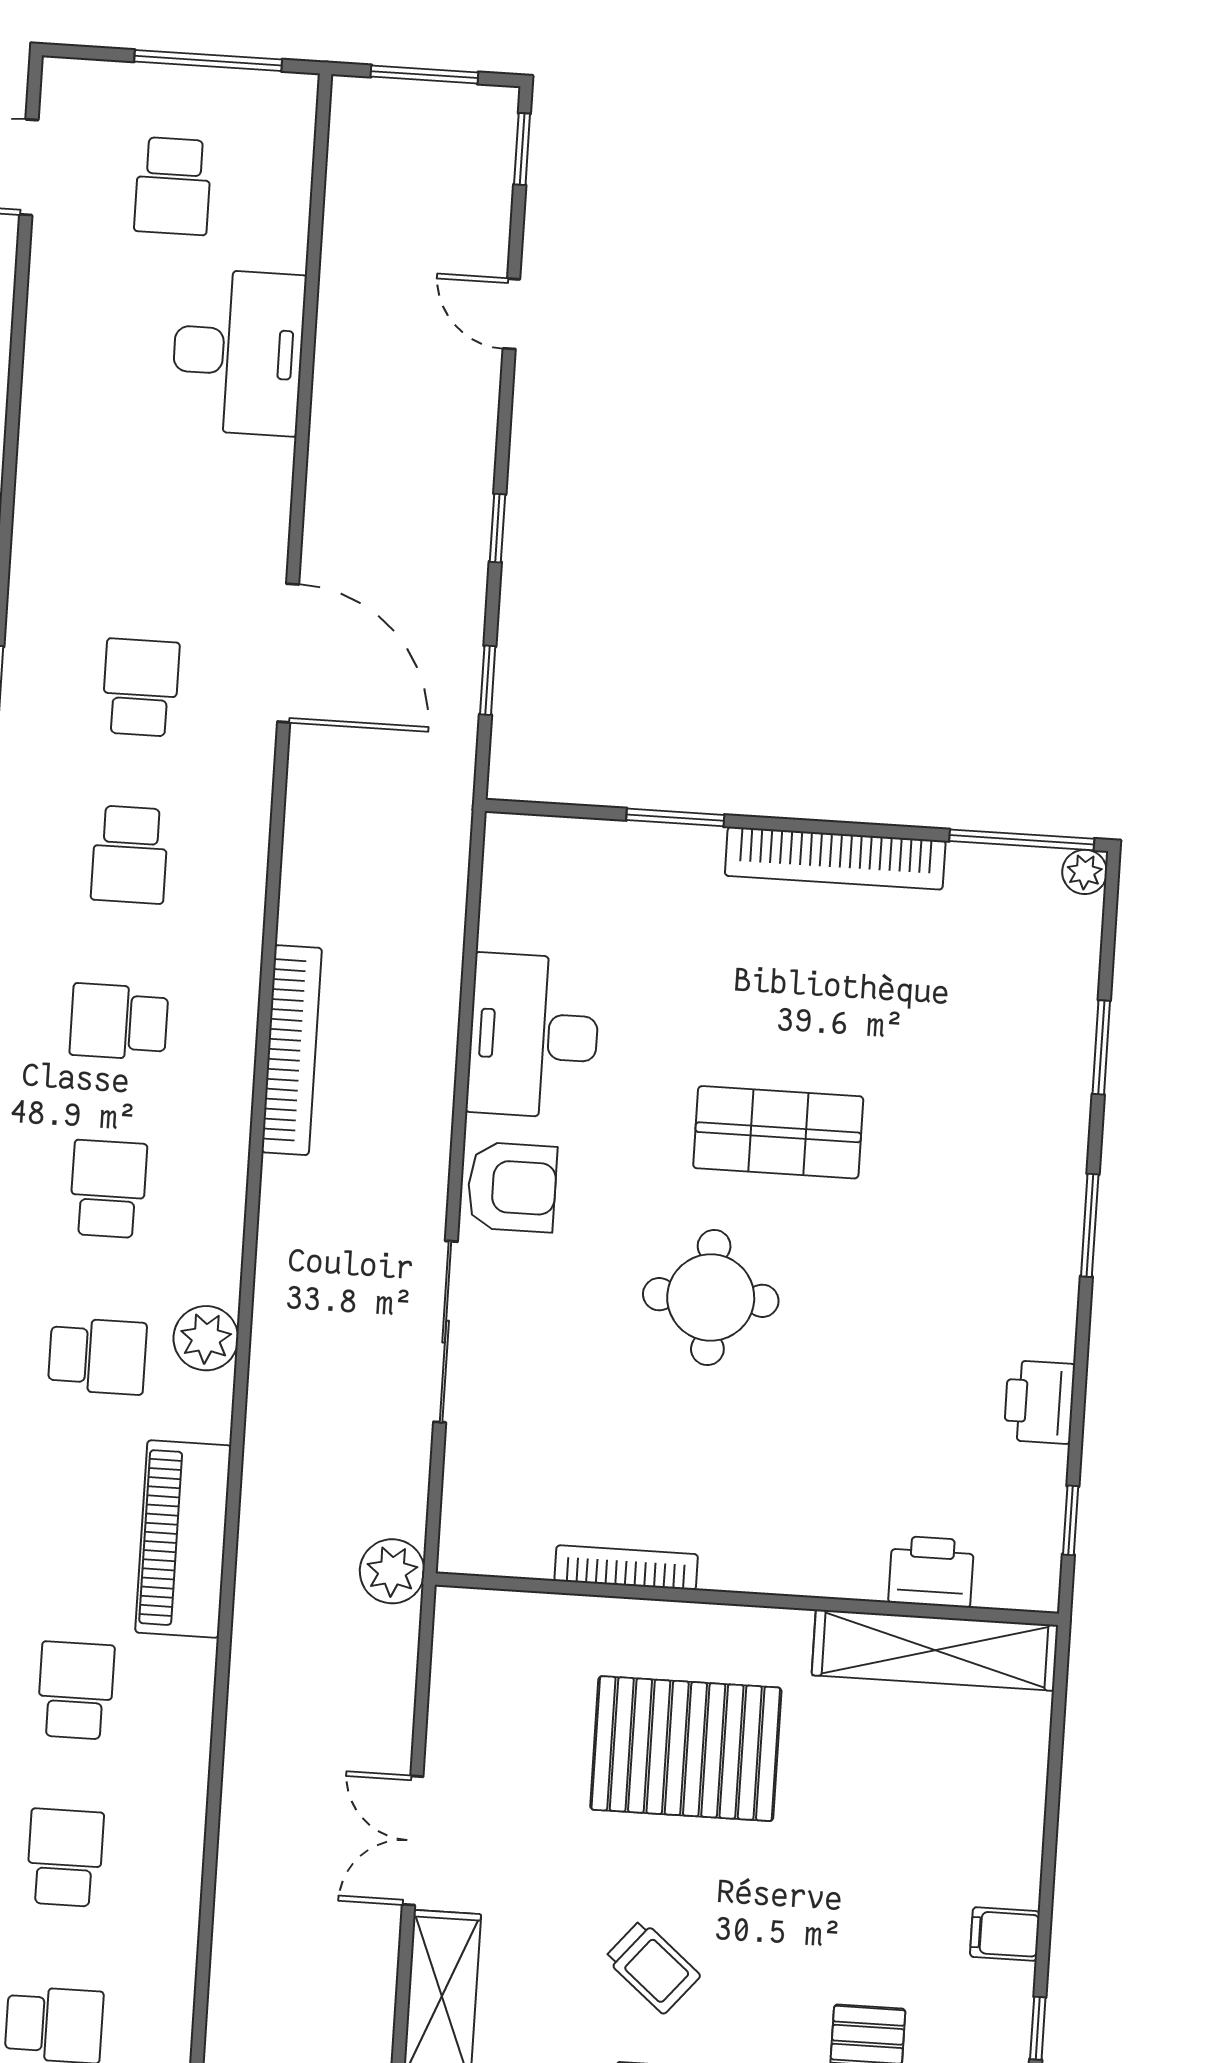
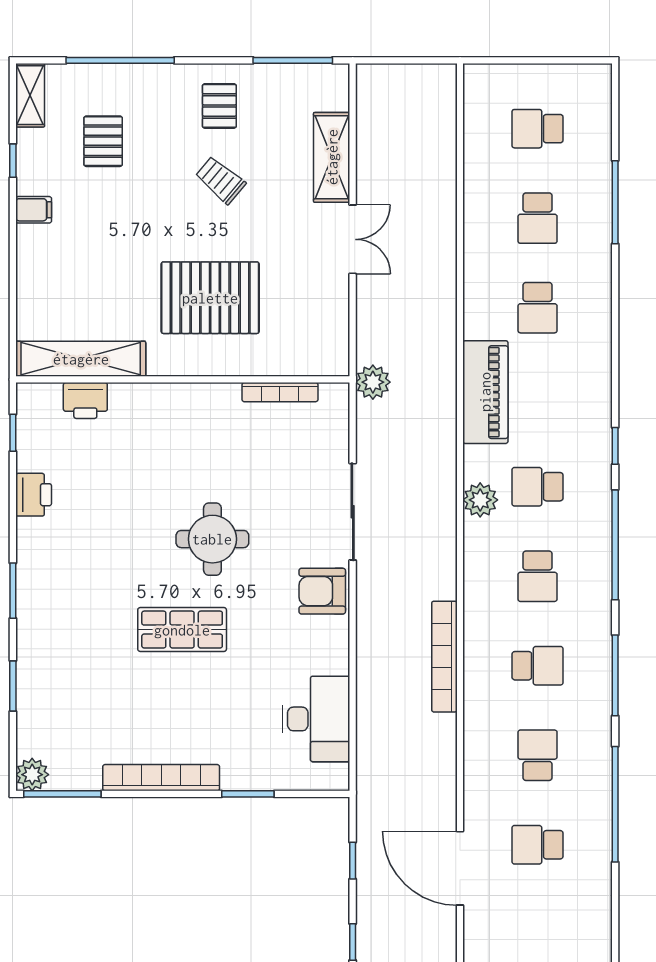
school desk: (141, 688) -> (538, 845), turned 90
plant: (1085, 872) -> (32, 775), width x1.38, depth x1.38
desk: (533, 1036) -> (316, 719), moved
bookcase: (626, 1568) -> (280, 392), moved

